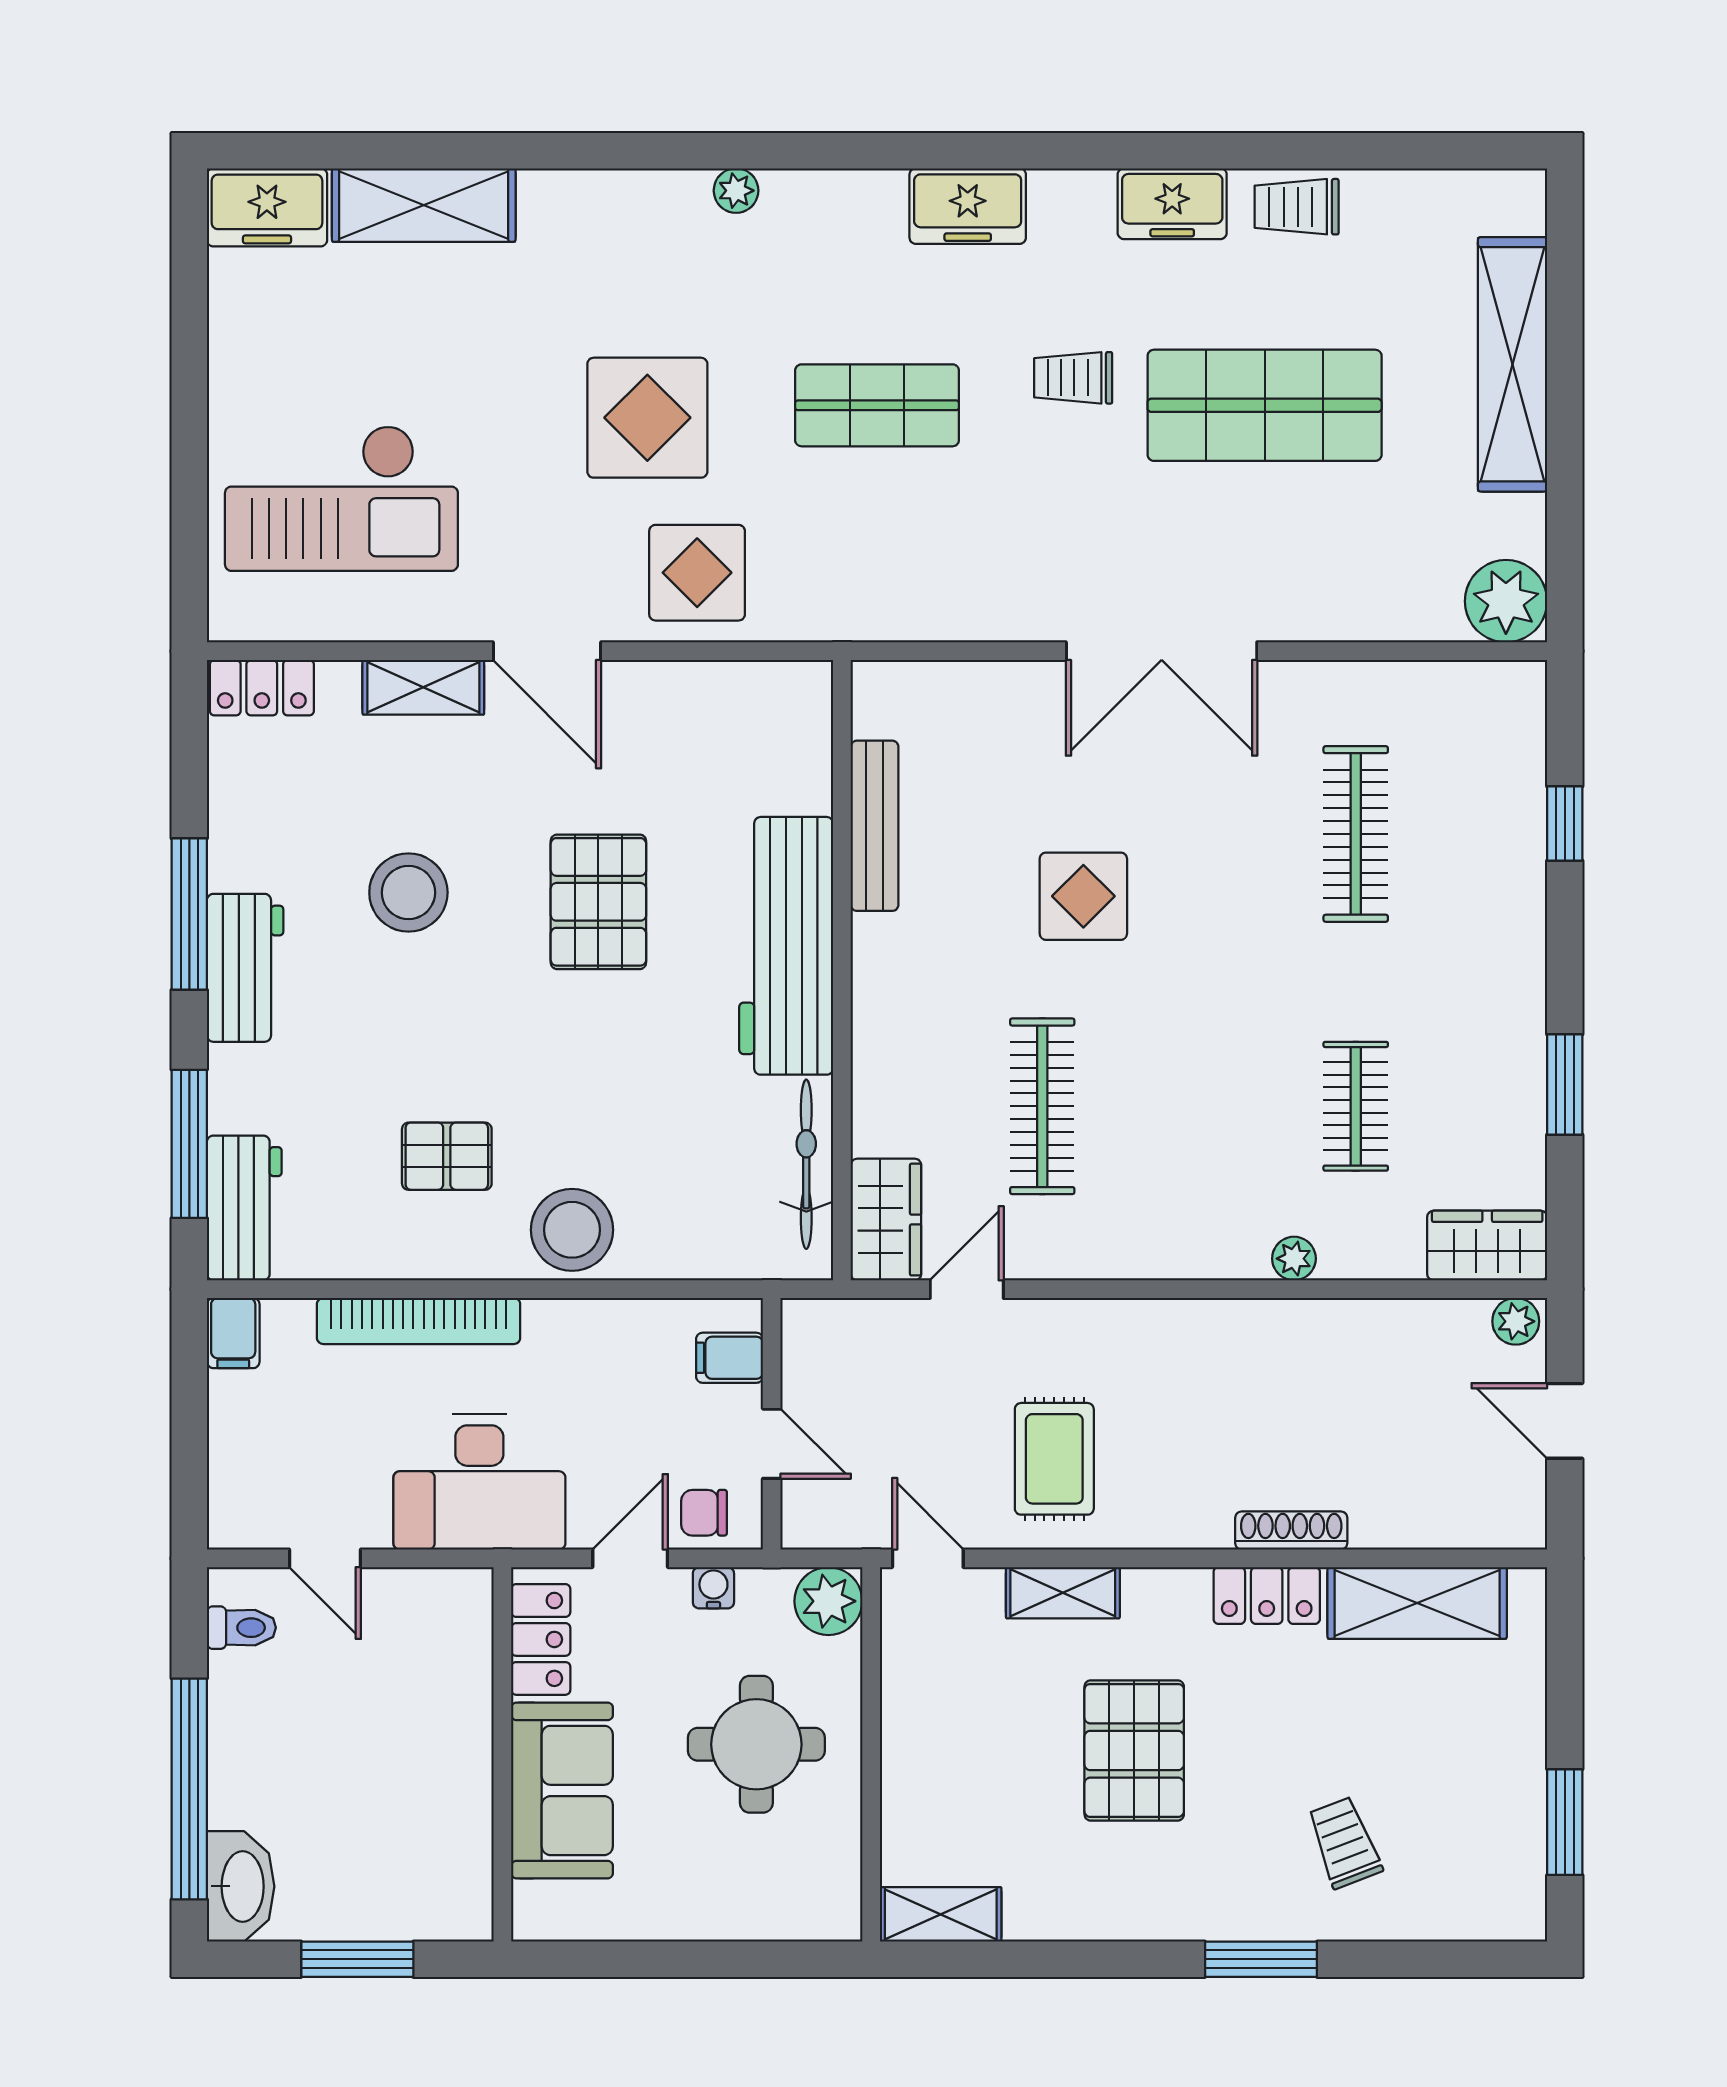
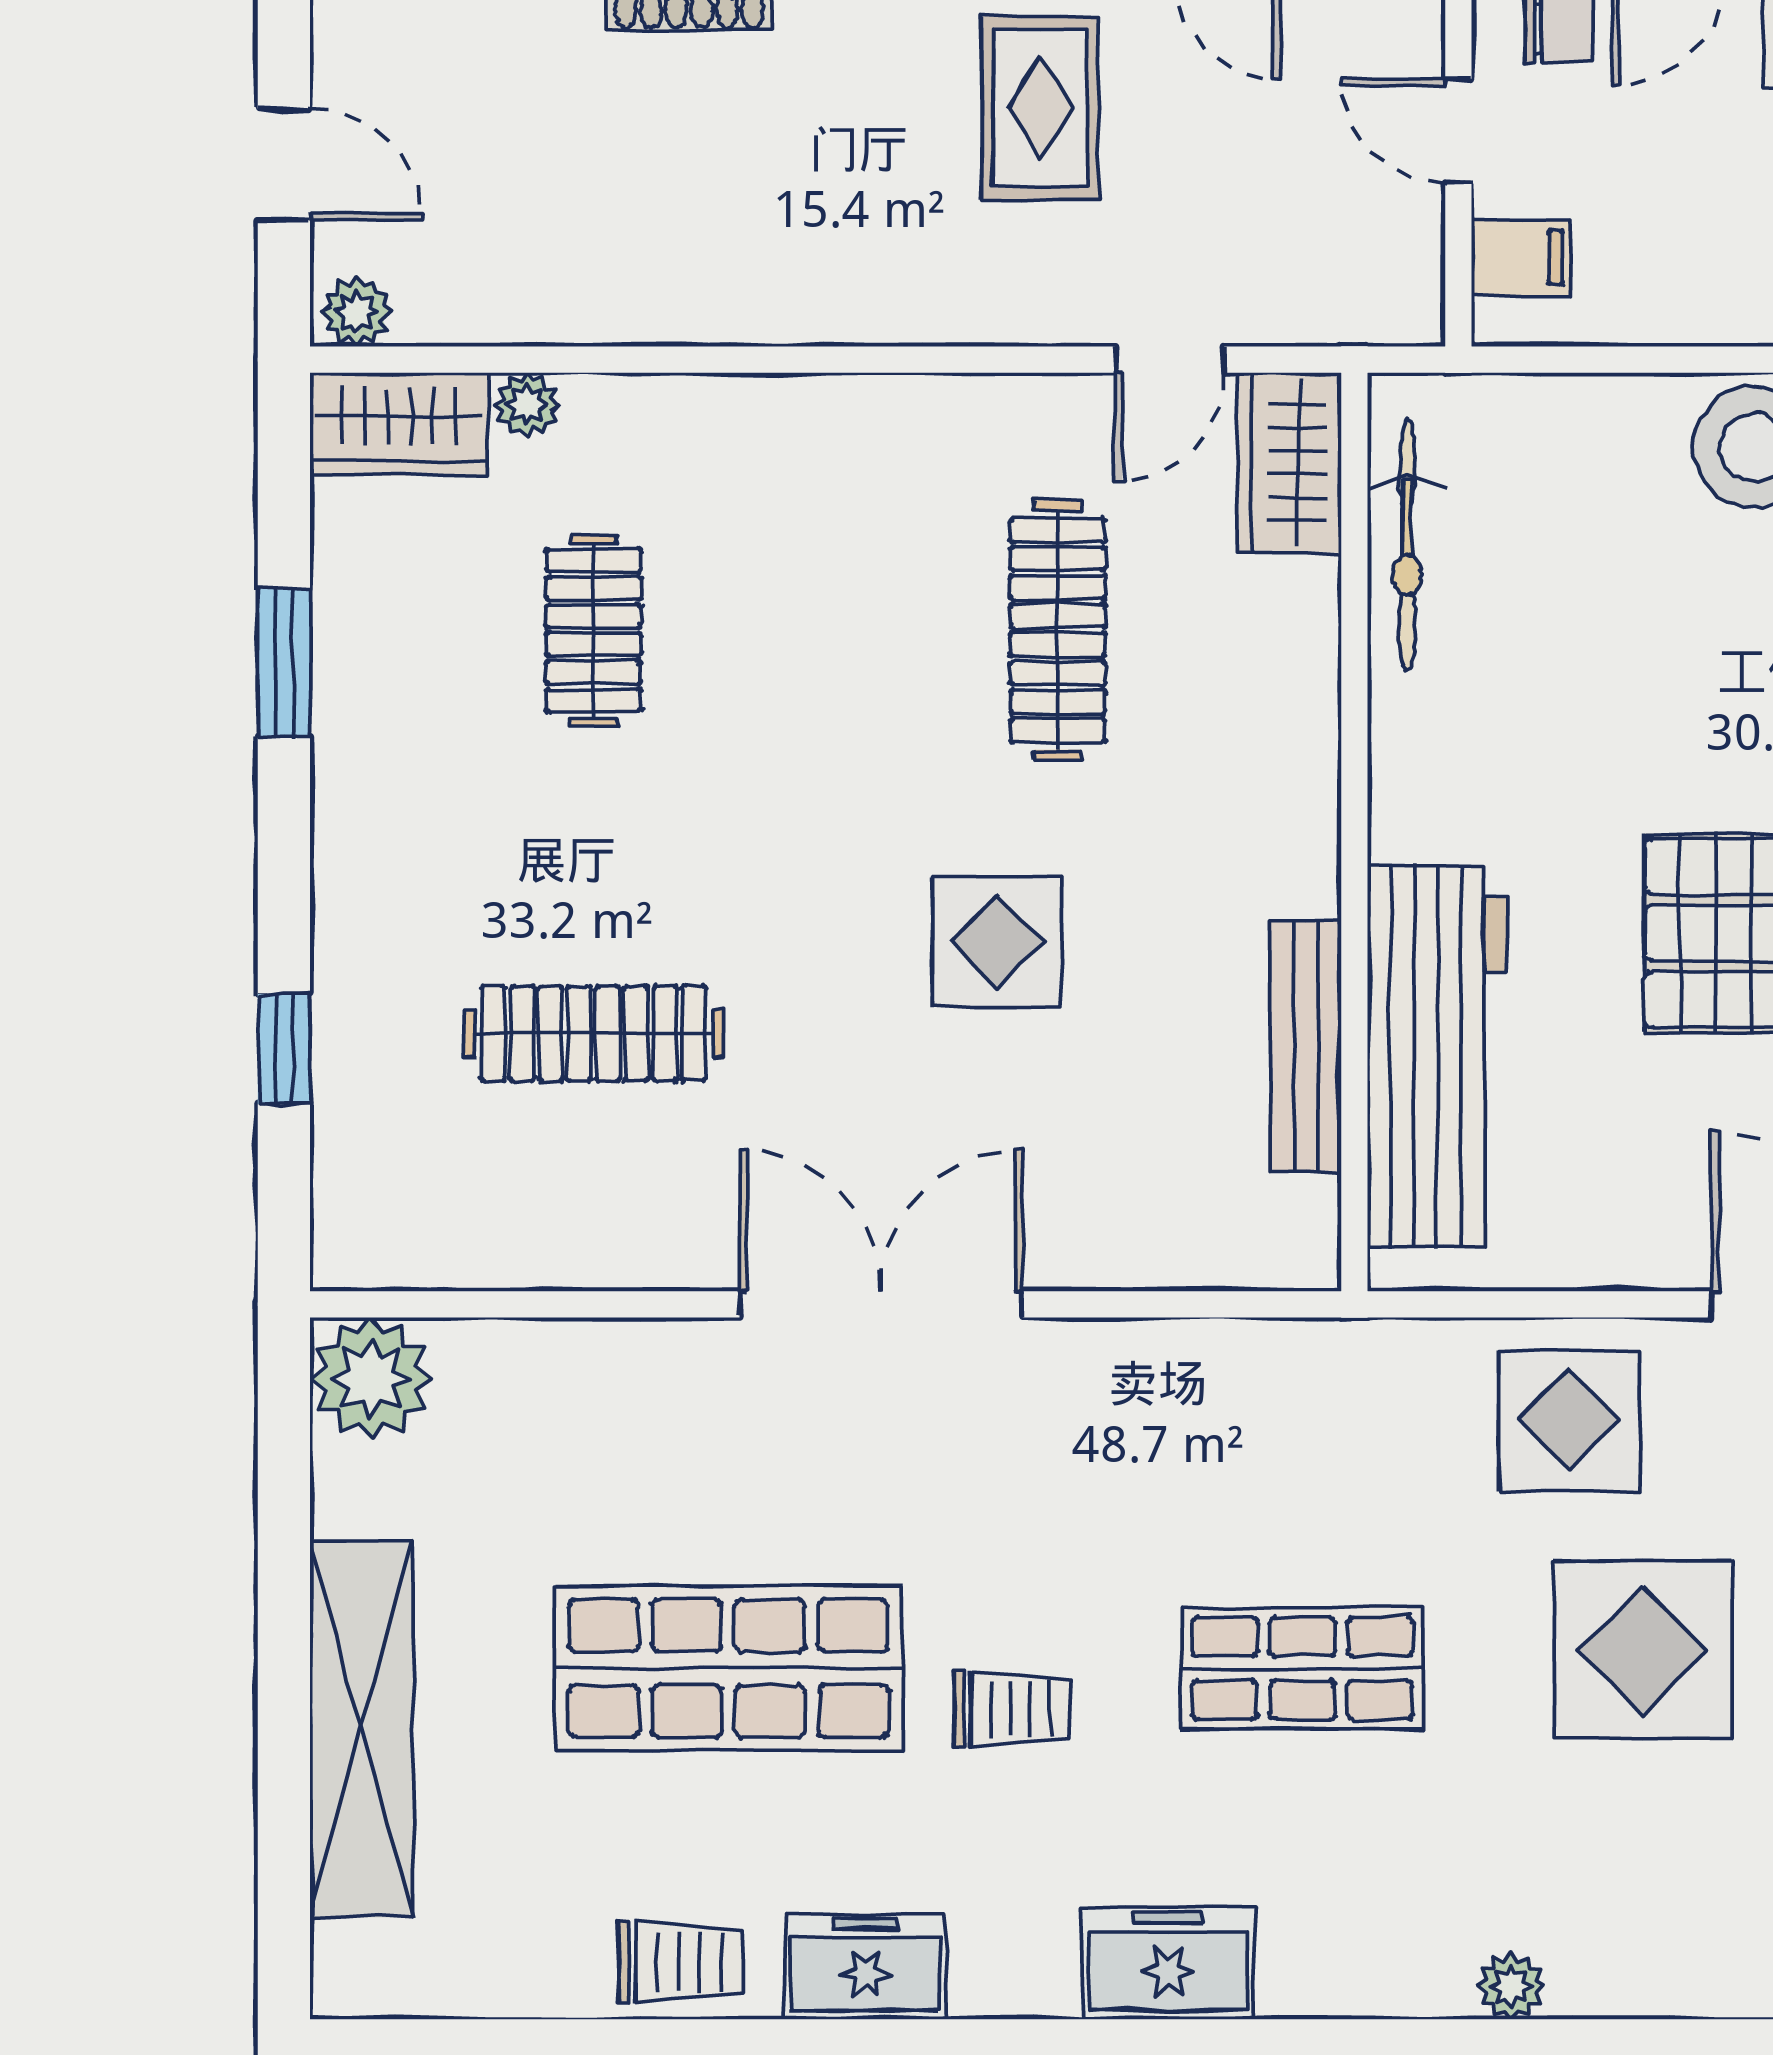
clothes rail: (1356, 834) -> (594, 1034), turned 90
workbench: (786, 946) -> (1437, 1057), moved
plant: (1294, 1259) -> (527, 405), moved

